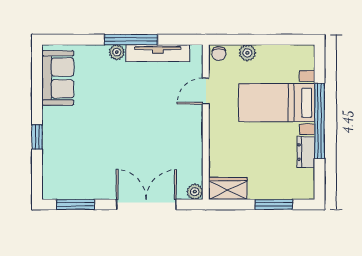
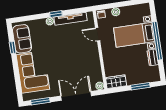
window: (131, 40) -> (56, 14), width x0.46
door: (206, 91) -> (98, 34), hinge flipped
window: (37, 137) -> (13, 48), moved
corner sofa: (69, 145) -> (33, 72), added

